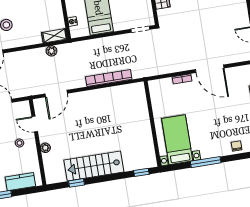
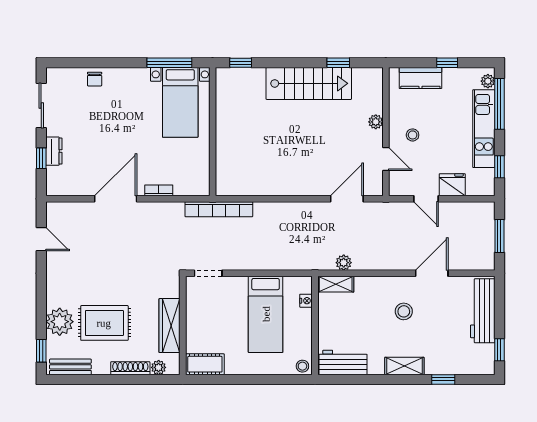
door: (210, 69) -> (116, 199), hinge flipped
bookcase: (109, 78) -> (219, 209), moved
window: (206, 162) -> (169, 63), moved

